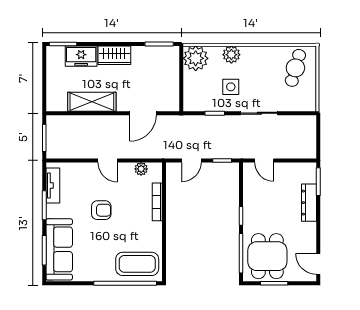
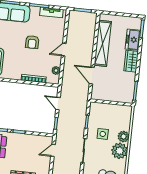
plant: (196, 58) -> (120, 151), moved
shelving: (92, 102) -> (103, 43), width x1.47

